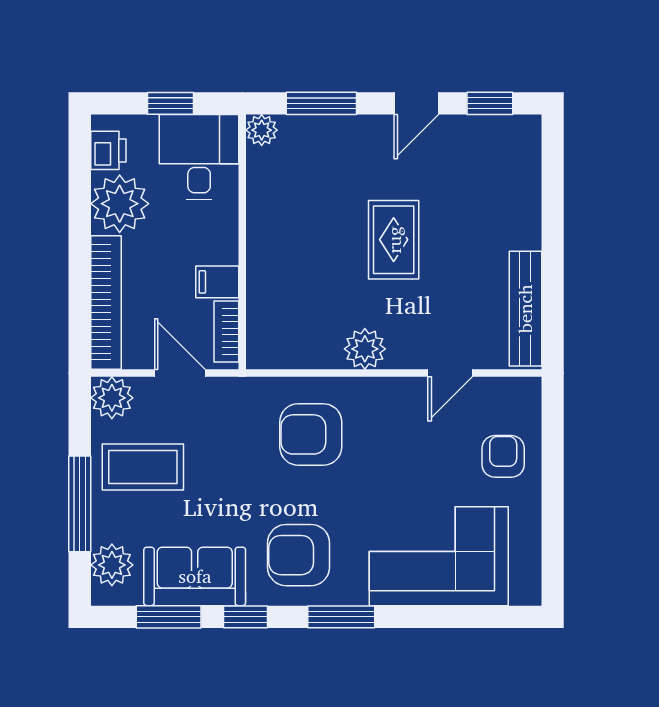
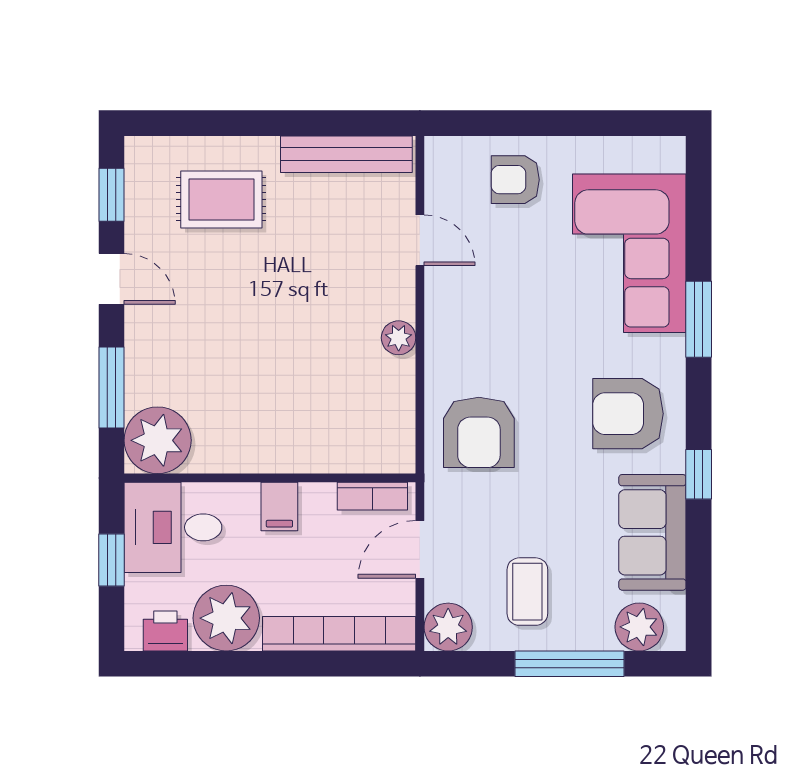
plant: (262, 130) -> (158, 440), width x1.88, depth x1.88
rug: (394, 240) -> (221, 199), moved
filing cabinet: (217, 282) -> (279, 507), moved
plant: (365, 349) -> (399, 338), width x0.73, depth x0.73
armchair: (311, 434) -> (479, 432), moved
coffee table: (143, 467) -> (527, 592), width x0.73, depth x0.77
armchair: (299, 555) -> (628, 414), turned 90
window: (169, 617) -> (699, 562), removed
window: (341, 617) -> (699, 319), moved

